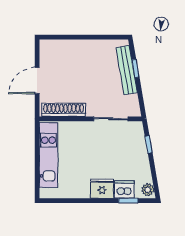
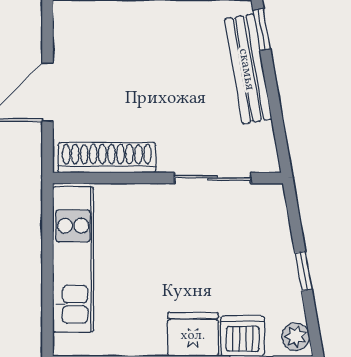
window: (135, 68) -> (262, 29), moved
window: (149, 144) -> (303, 271), moved

